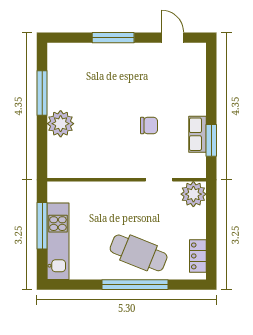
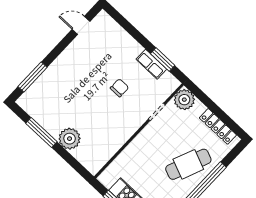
window: (113, 38) -> (32, 77), moved
locker: (198, 256) -> (218, 126), width x1.53

